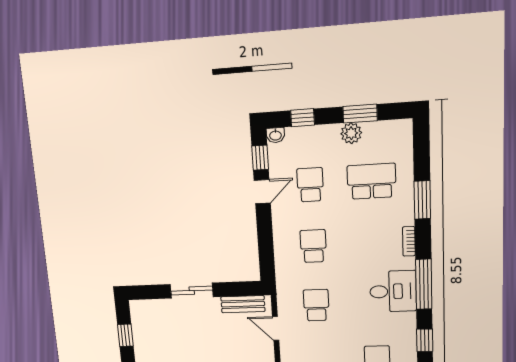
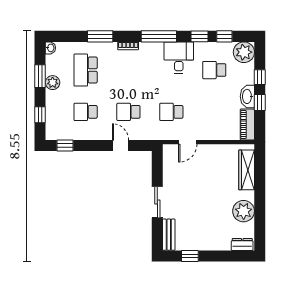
washbasin: (275, 135) -> (50, 48), moved
door: (262, 192) -> (121, 146), moved
desk: (393, 291) -> (179, 58), moved
bench: (243, 304) -> (169, 235), moved

